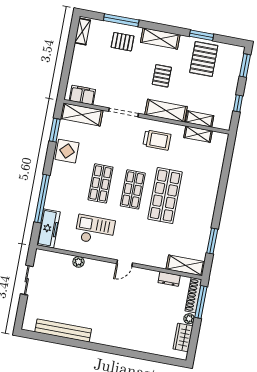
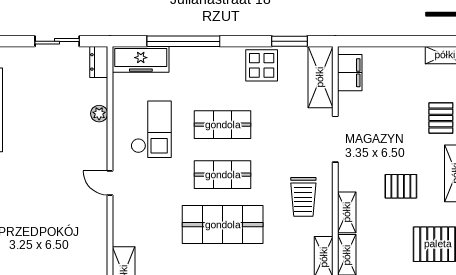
shelving: (166, 111) -> (347, 212), width x0.67, depth x0.75
dresser: (169, 279) -> (99, 62), moved

